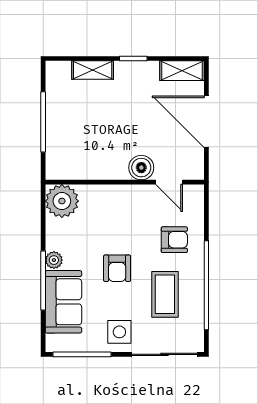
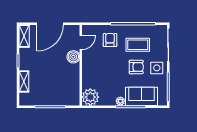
armchair: (117, 268) -> (136, 67), moved

